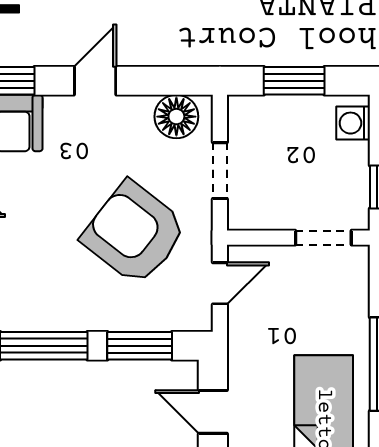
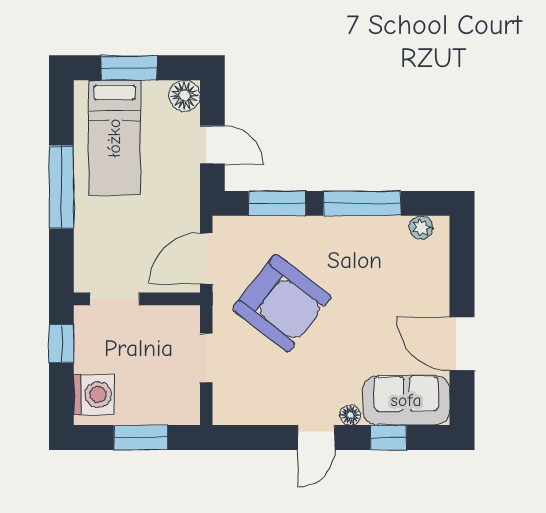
floor lamp: (176, 117) -> (350, 415), moved, width x0.53, depth x0.53
washing machine: (353, 123) -> (94, 395), width x1.38, depth x1.38
door: (220, 283) -> (206, 258), width x1.38

